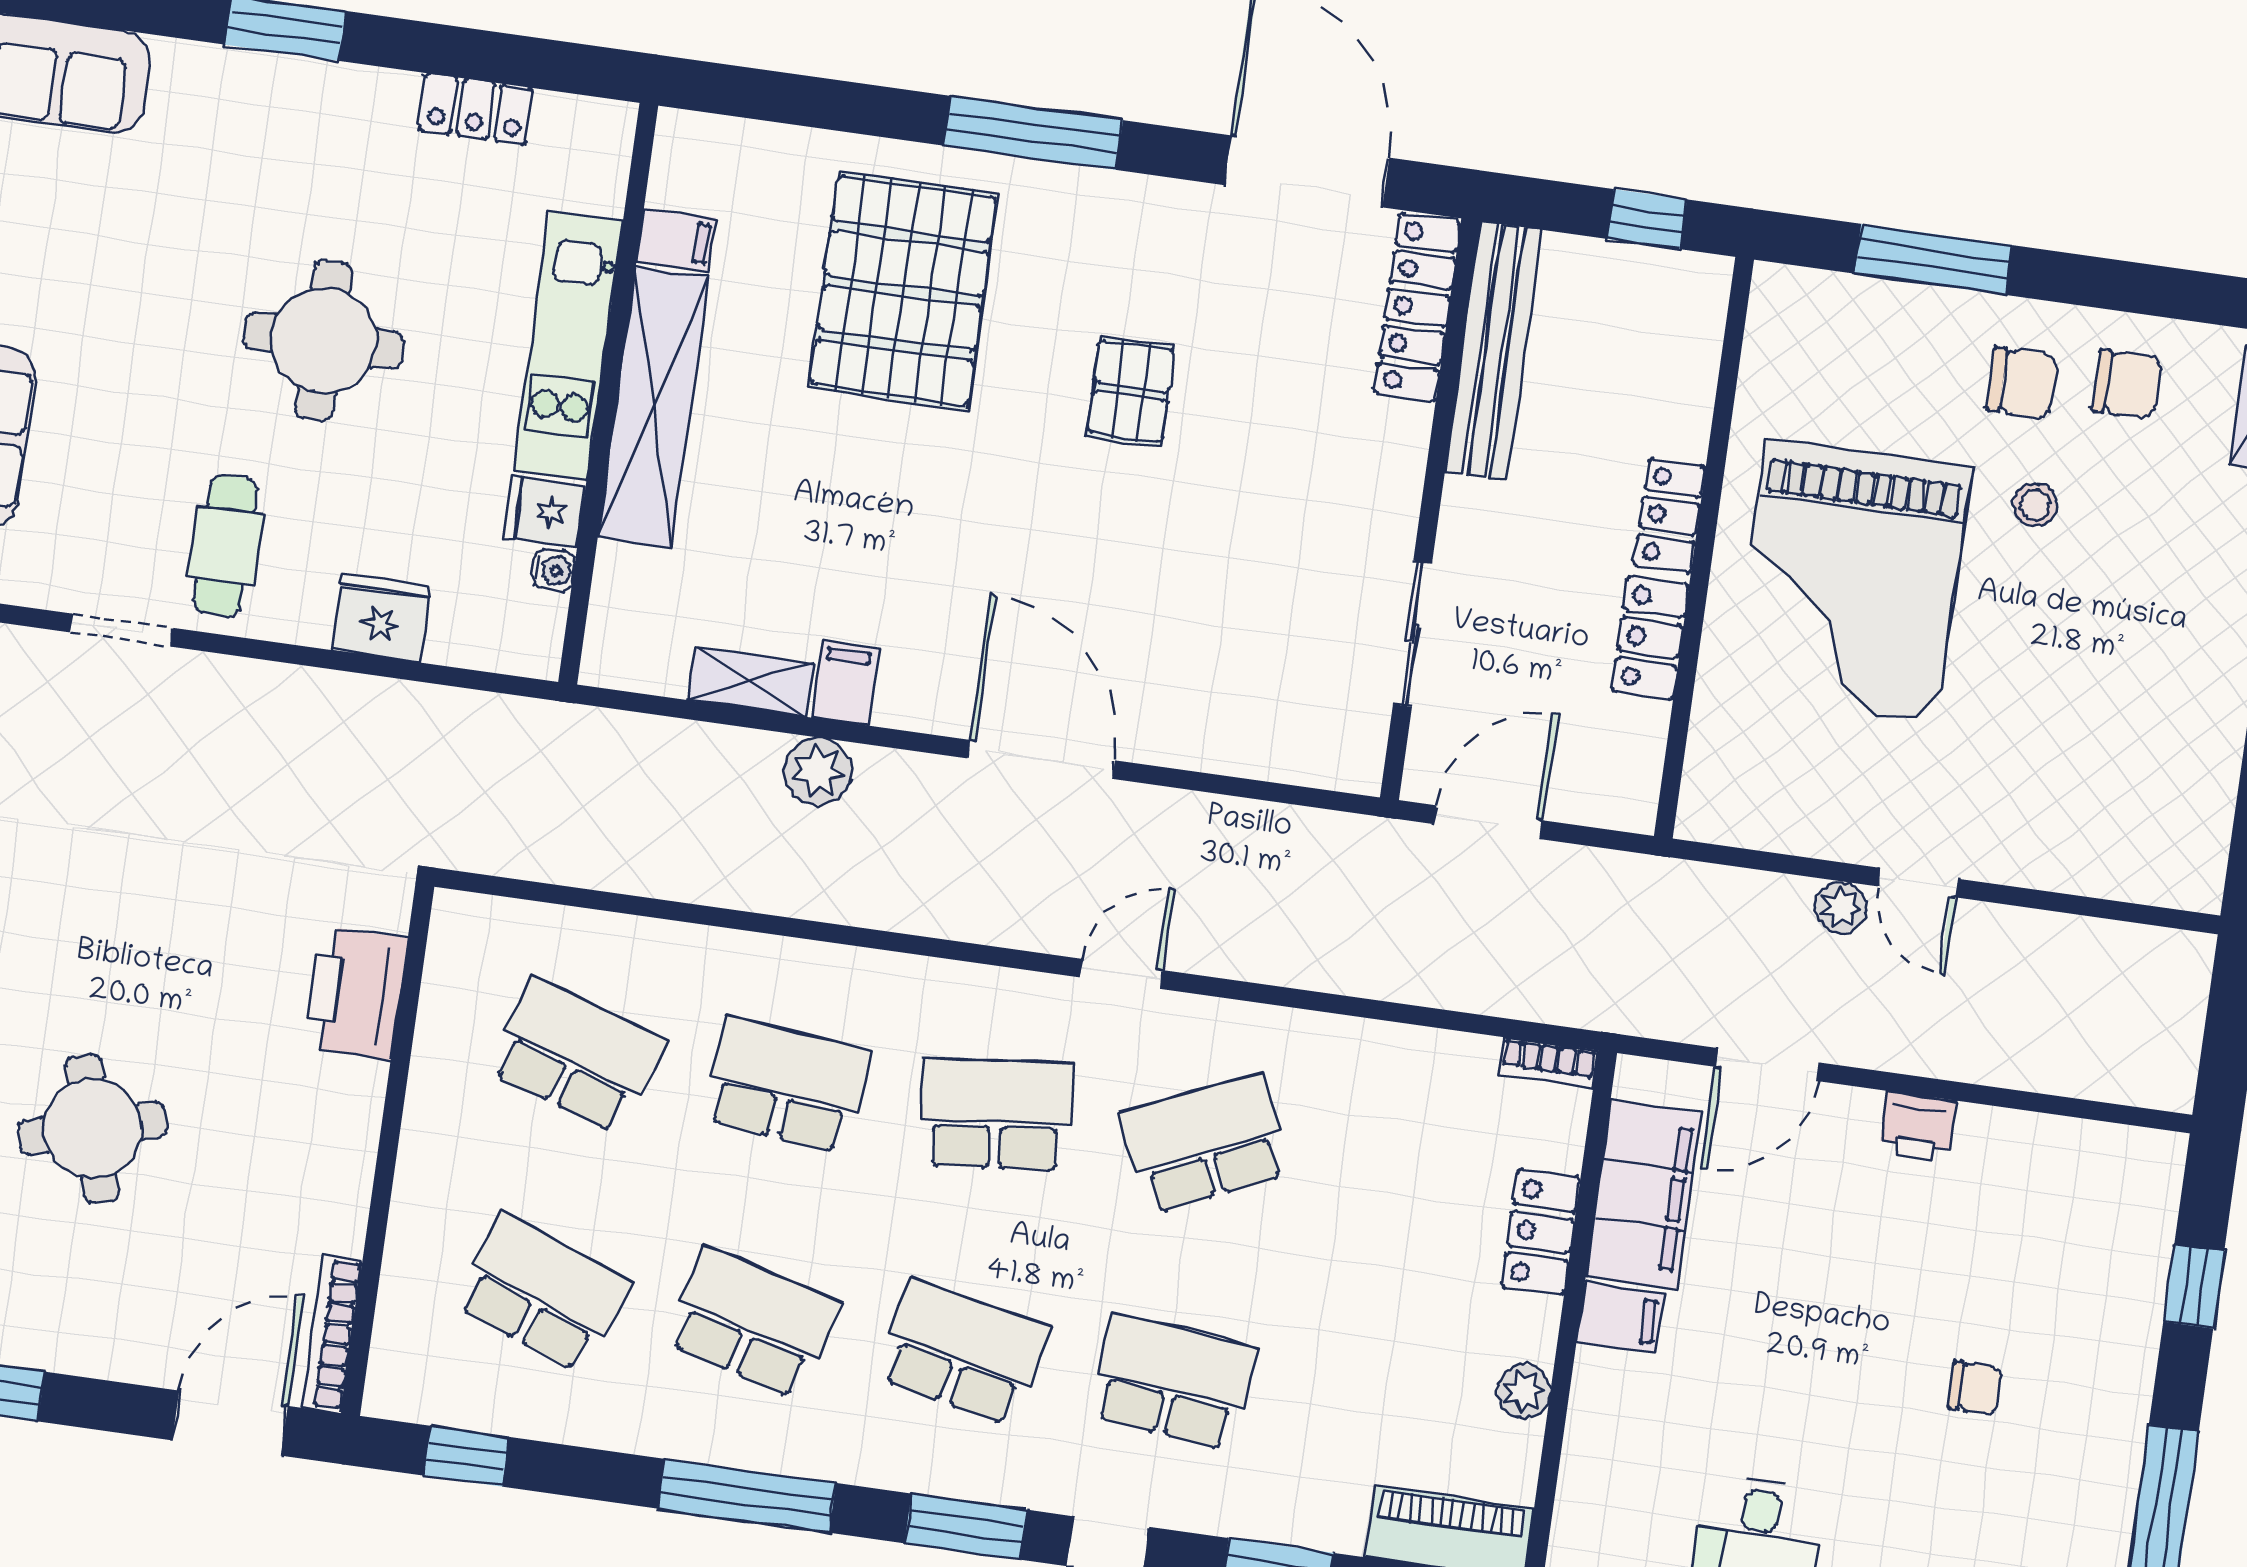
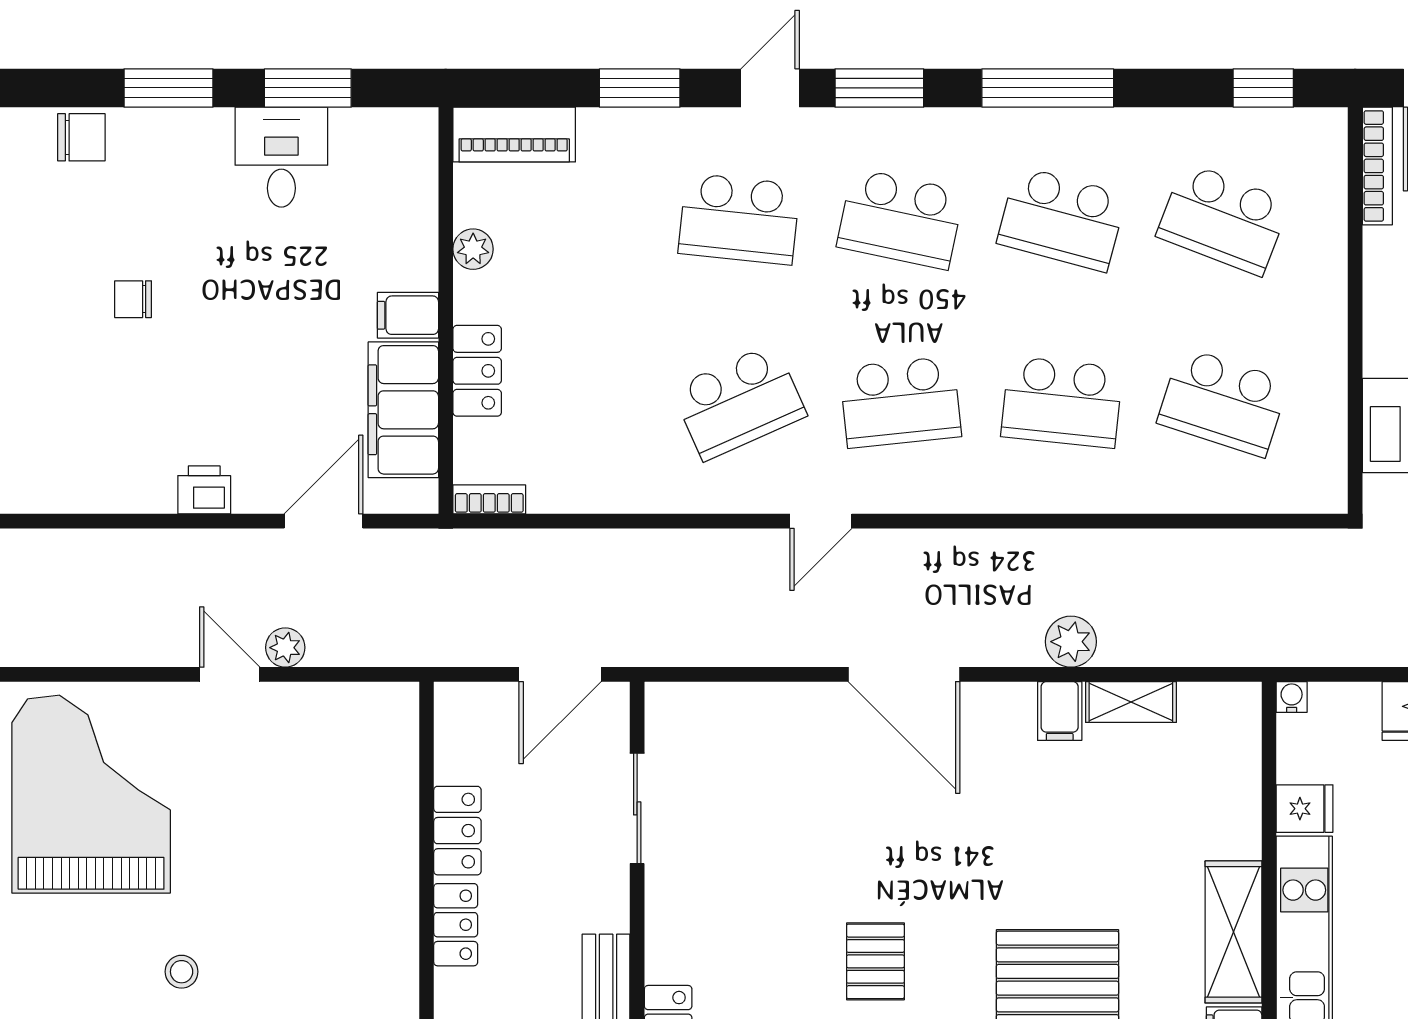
shelving: (654, 407) -> (1233, 932), width x0.68
water cooler: (553, 570) -> (1292, 697), moved, turned 90
grand piano: (1851, 581) -> (91, 794), moved

